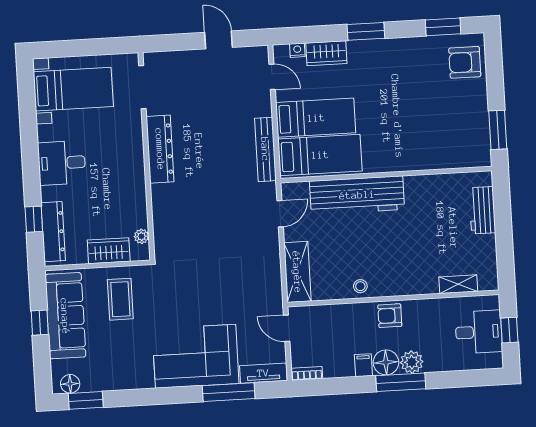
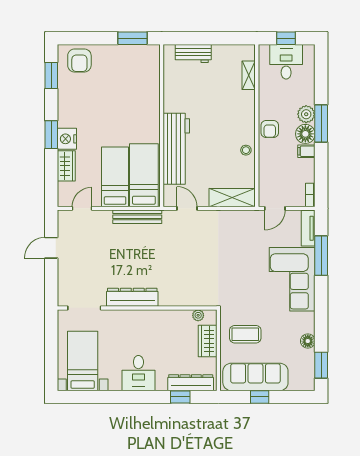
nightstand: (297, 50) -> (67, 139), moved, width x1.89, depth x1.79
floor lamp: (70, 384) -> (308, 341), moved

